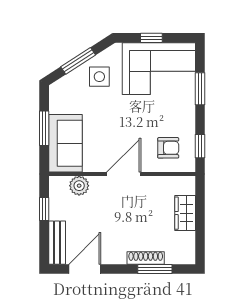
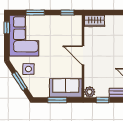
window: (151, 38) -> (7, 28), moved
armchair: (168, 148) -> (68, 30), removed
plant: (79, 186) -> (90, 92), moved
wardrobe: (185, 213) -> (95, 21), moved

